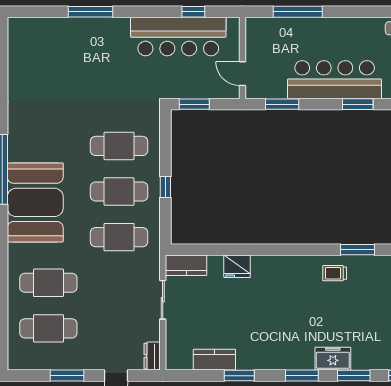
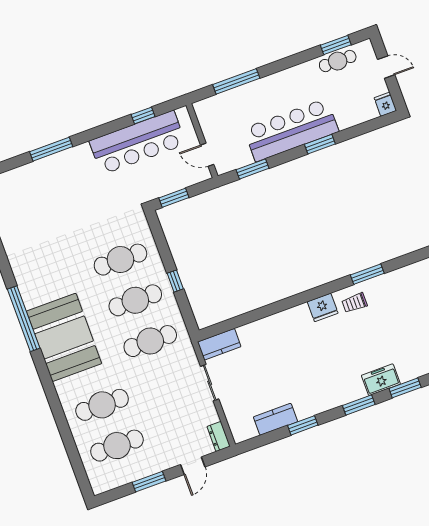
fridge: (237, 266) -> (323, 307), moved

